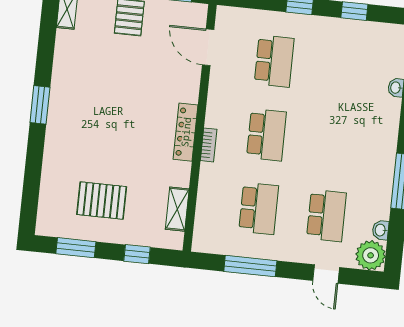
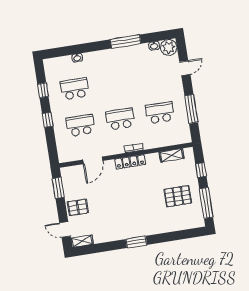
door: (208, 47) -> (93, 160), moved
pallet: (102, 201) -> (178, 196), turned 90
school desk: (326, 216) -> (75, 89), moved
window: (76, 248) -> (206, 203), width x1.44

